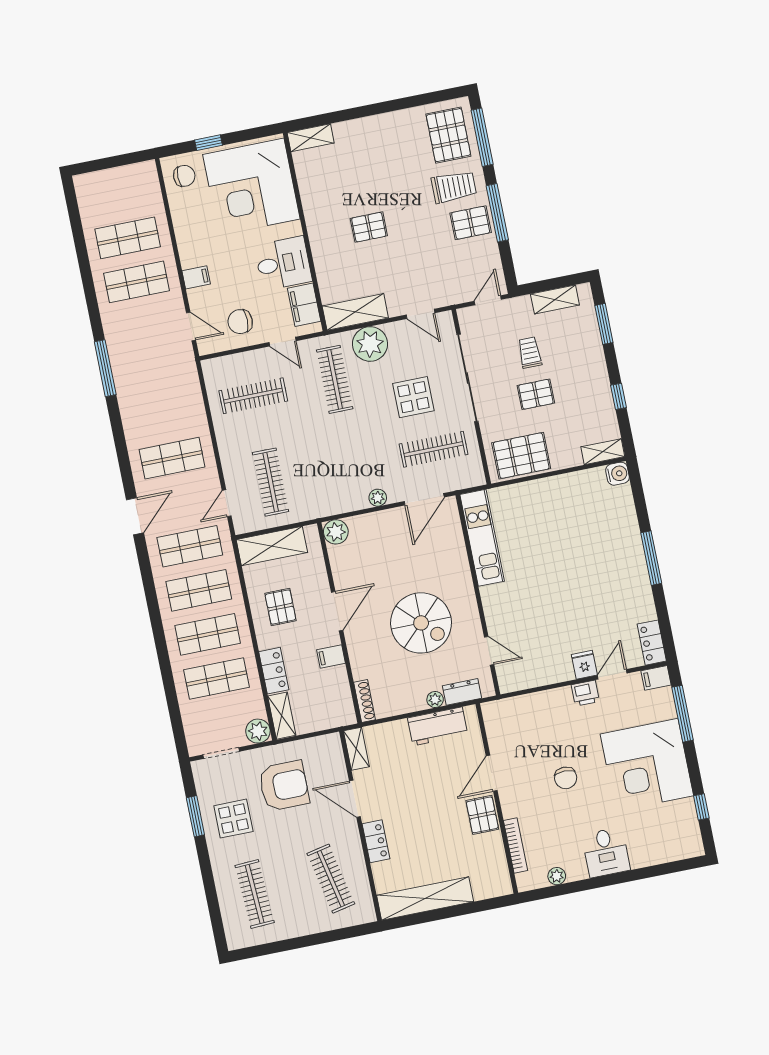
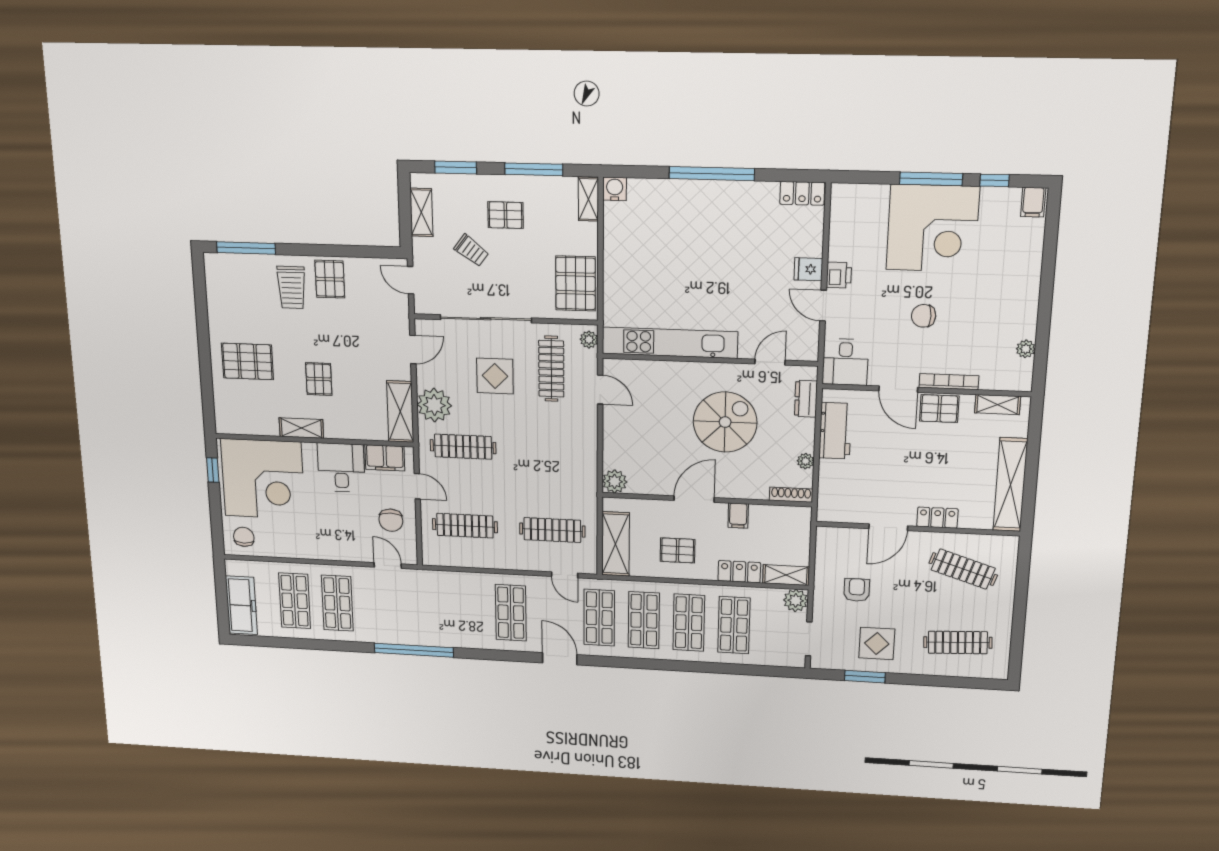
pallet: (448, 135) -> (247, 361), moved
shelving: (311, 138) -> (301, 428), moved, turned 90
window: (208, 143) -> (213, 470), moved
freezer: (108, 184) -> (241, 605), added
trolley: (454, 187) -> (291, 287), turned 180
window: (497, 213) -> (324, 250), removed
filing cabinet: (196, 277) -> (342, 550), removed
door: (191, 326) -> (388, 565), hinge flipped
door: (283, 342) -> (417, 486), hinge flipped
trolley: (530, 353) -> (471, 250), turned -143
window: (105, 368) -> (414, 650), width x1.46
pallet: (536, 394) -> (505, 215), moved, turned 90
clothes rail: (253, 396) -> (465, 526), turned 90
window: (619, 396) -> (534, 169), width x2.17
plant: (378, 498) -> (589, 340), moved
door: (424, 499) -> (600, 390), width x0.73
kitchen unit: (482, 538) -> (670, 343), width x1.36
window: (651, 558) -> (712, 174), width x1.46
door: (337, 611) -> (694, 499), hinge flipped
door: (612, 674) -> (823, 306), moved
filing cabinet: (656, 678) -> (1033, 202), moved
plant: (435, 699) -> (806, 461), moved
window: (683, 714) -> (931, 179), moved
shelving: (356, 749) -> (998, 405), moved
chair: (566, 778) -> (924, 316), turned 180
armchair: (284, 786) -> (857, 590), width x0.53, depth x0.53
bookcase: (516, 845) -> (949, 382), moved
desk: (606, 852) -> (845, 362), moved, turned 90
clothes rail: (331, 879) -> (963, 569), turned 30

